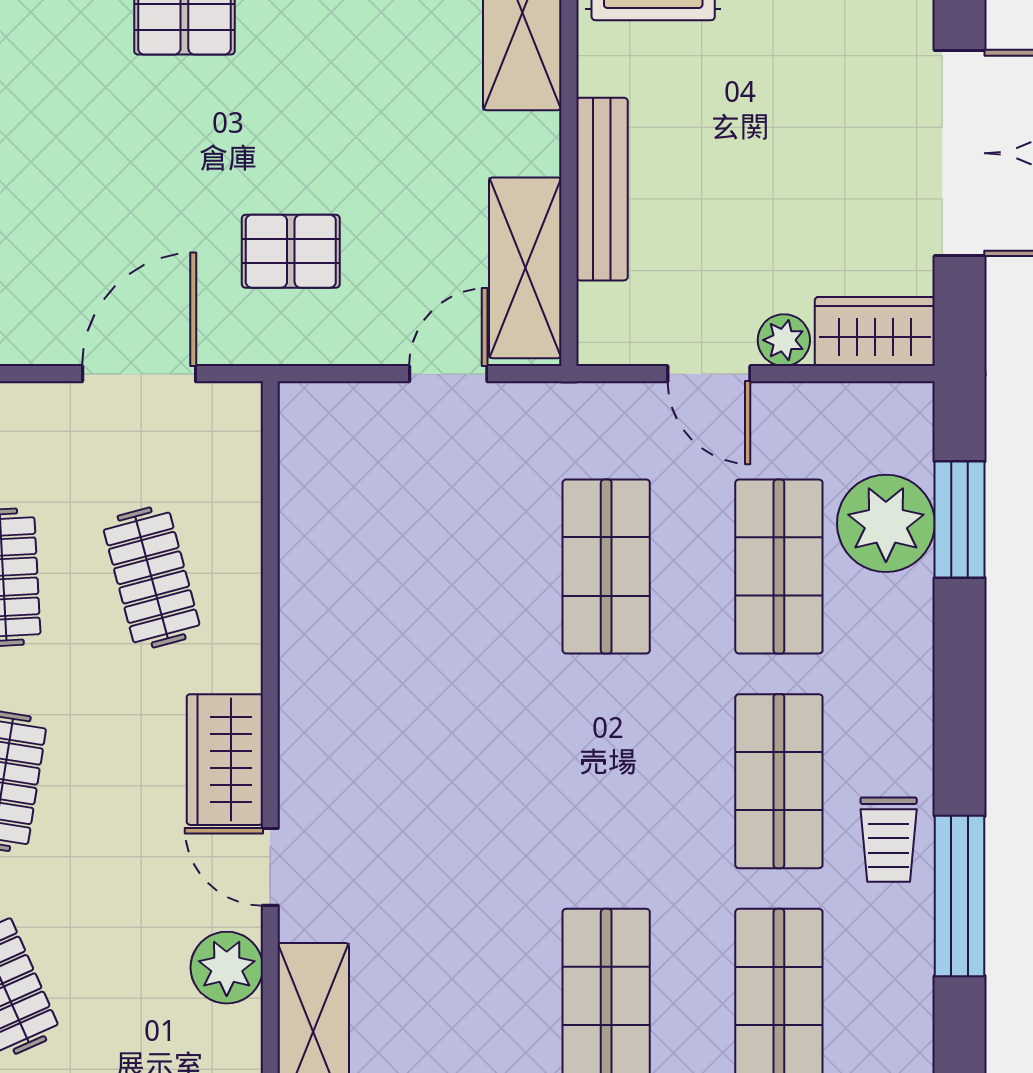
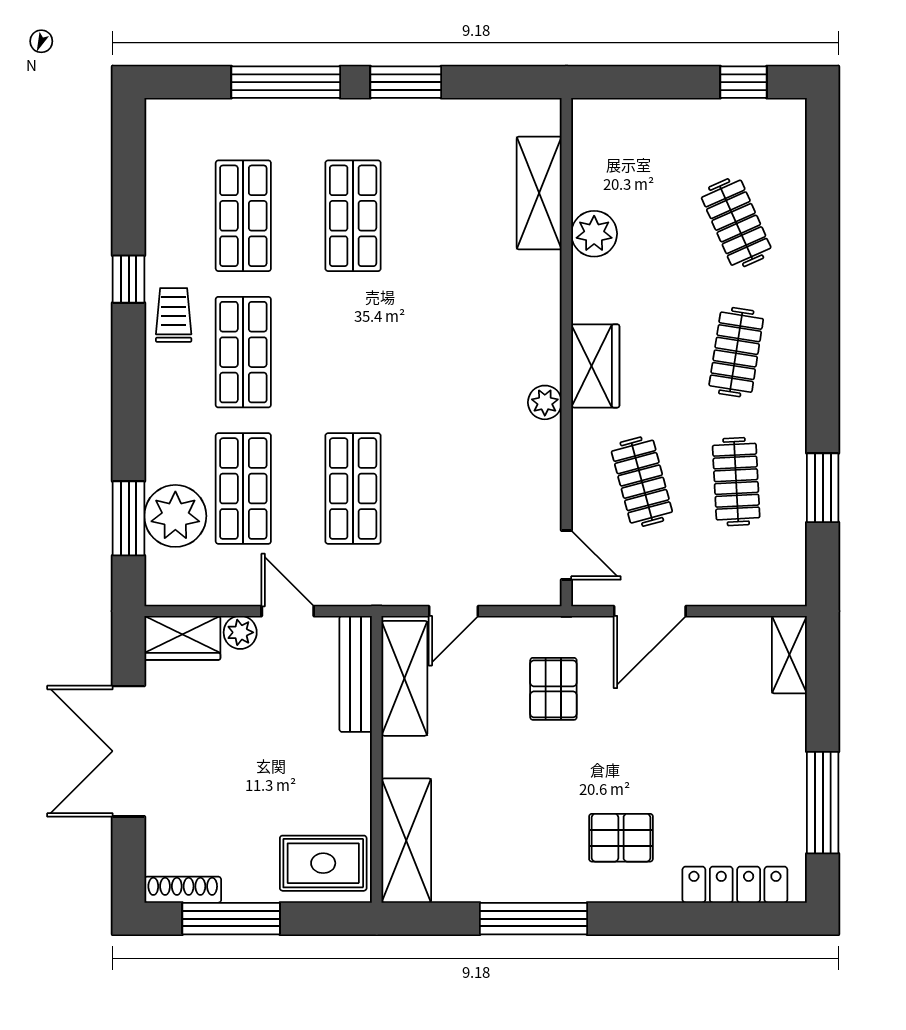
bench: (602, 189) -> (356, 674), moved
pallet: (291, 251) -> (553, 689), turned 90
plant: (304, 702) -> (545, 402), added
door: (270, 867) -> (566, 555), moved
window: (960, 896) -> (129, 279), width x0.46

